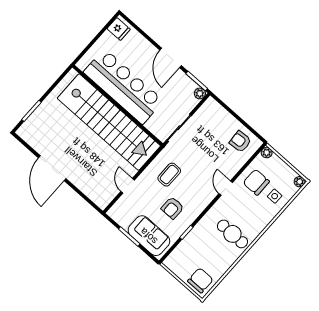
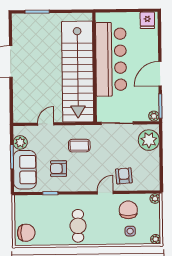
plant: (215, 115) -> (149, 140), added
armchair: (240, 142) -> (124, 176), moved
plant: (124, 220) -> (20, 142), added

